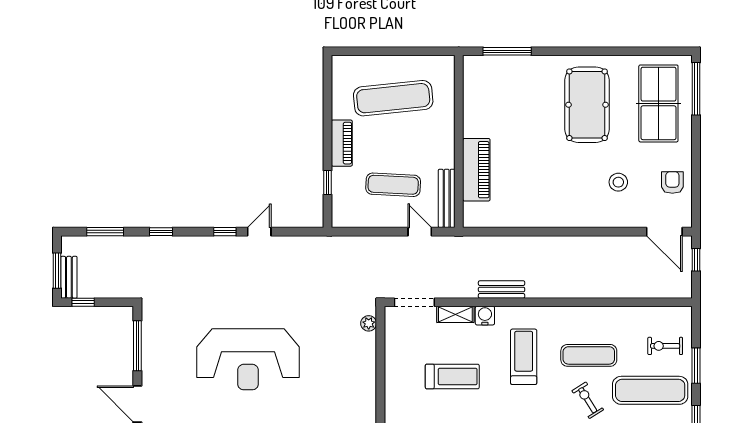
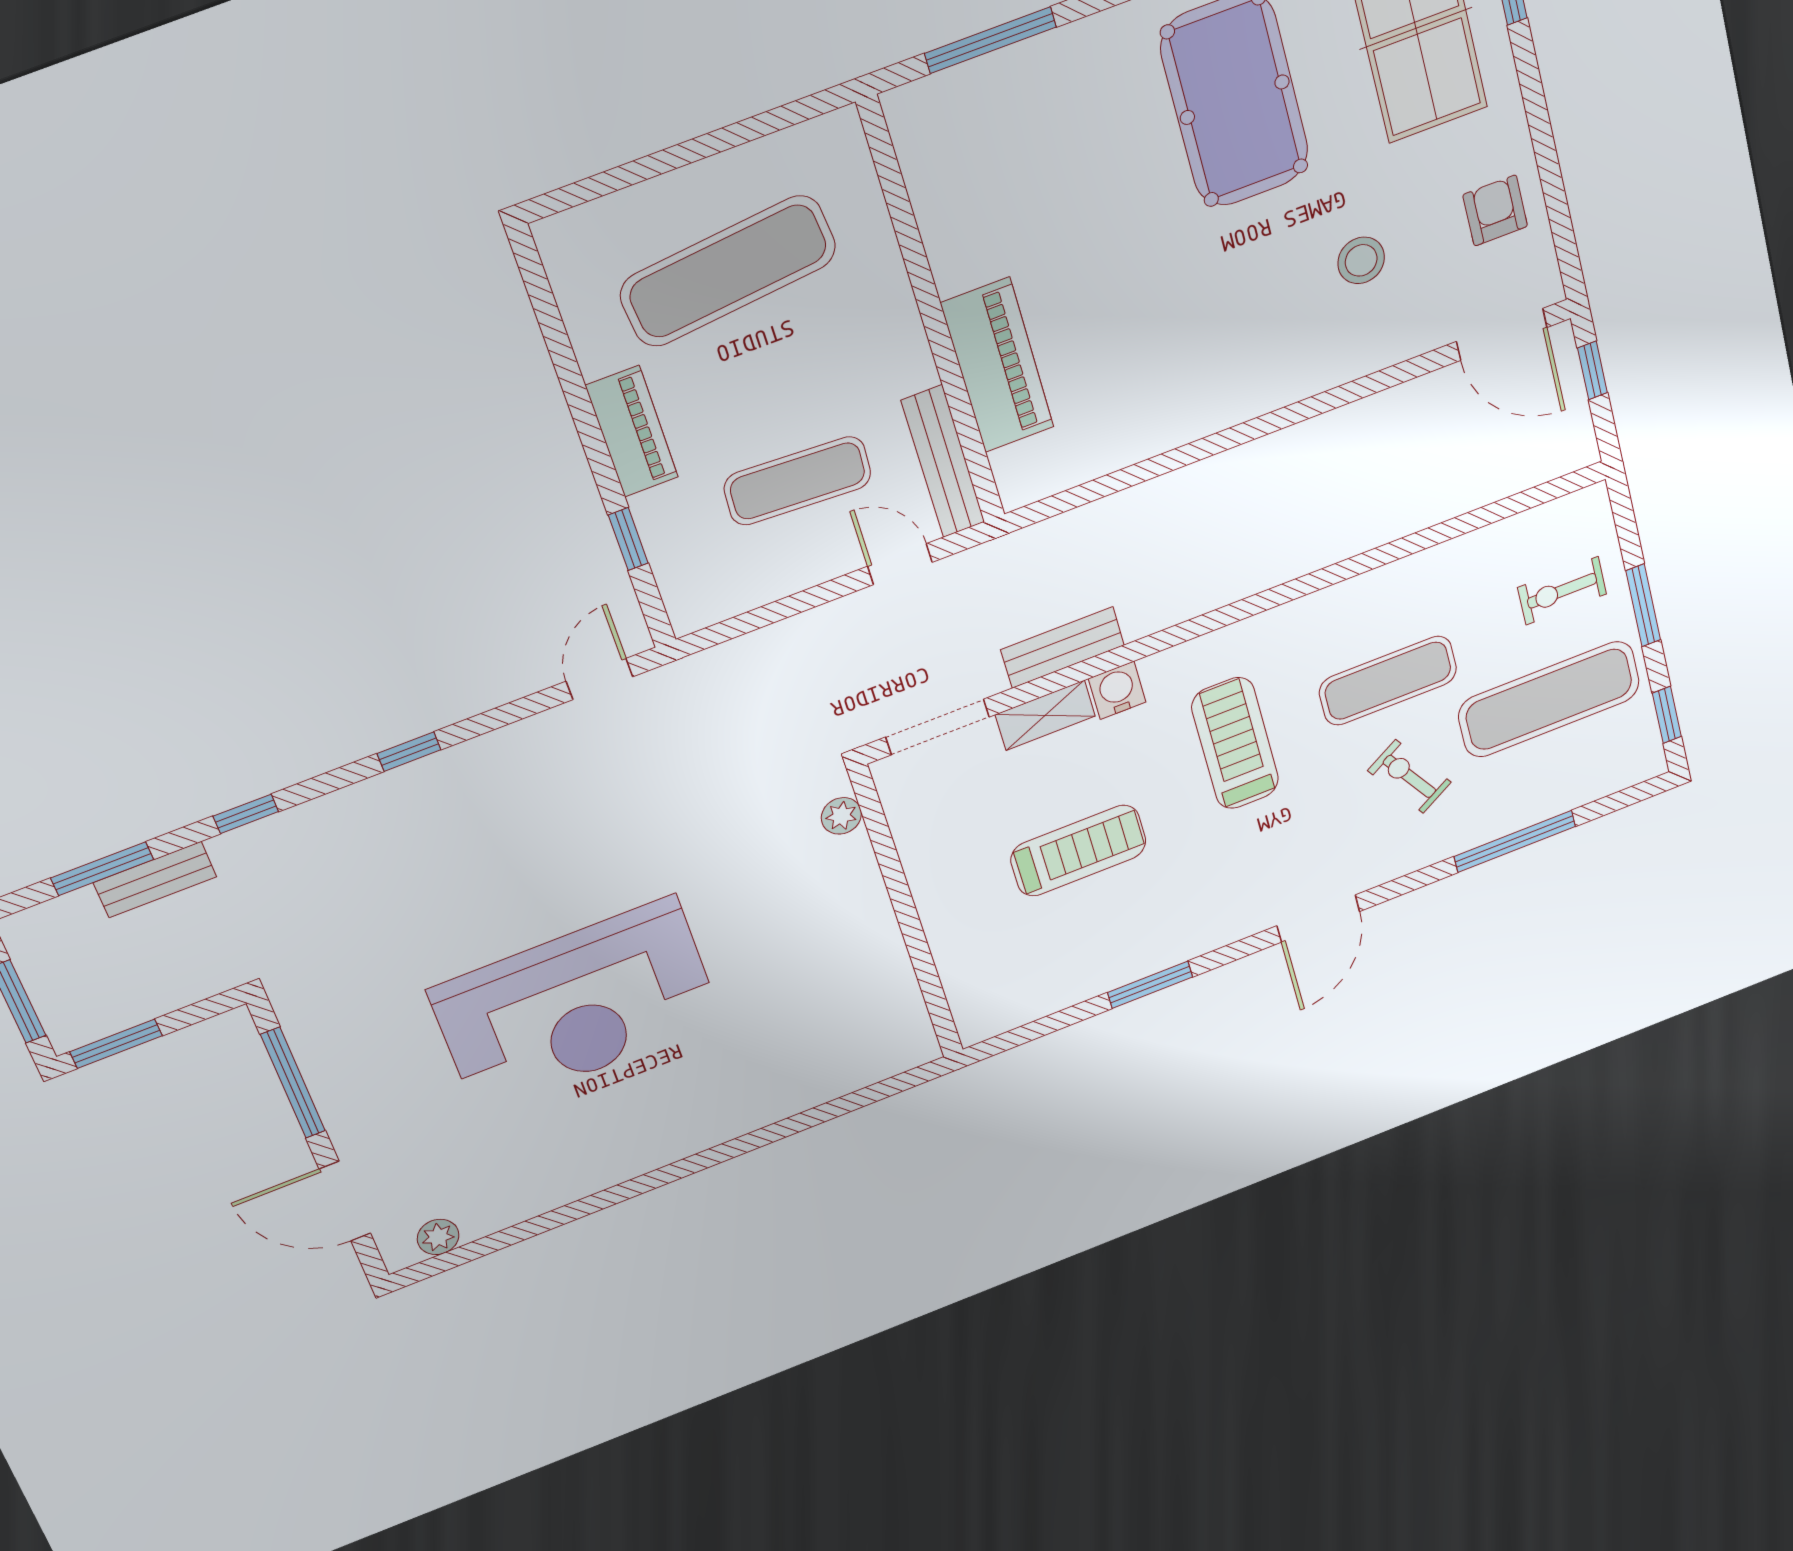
door: (259, 232) -> (599, 679), moved
bench: (69, 277) -> (155, 880), moved, turned 90
bench: (502, 289) -> (1063, 648), moved
window: (83, 302) -> (116, 1044), width x1.50

